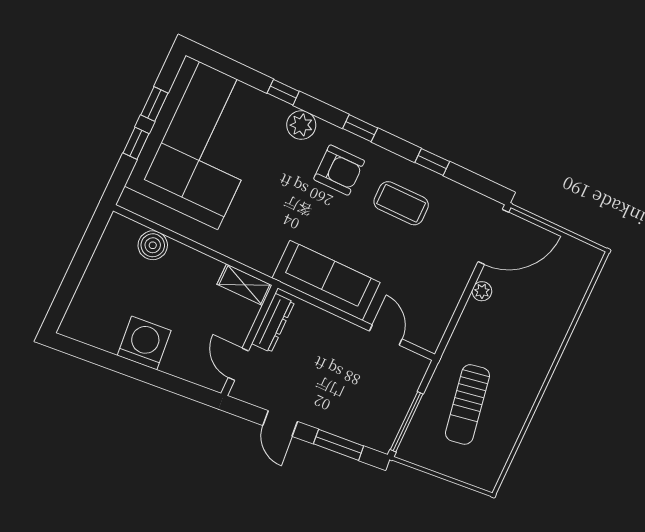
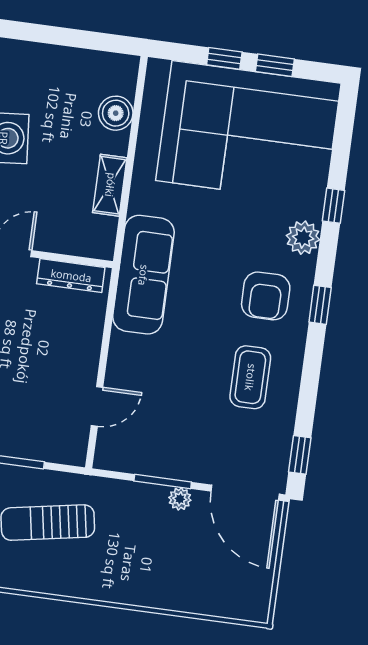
window: (432, 162) -> (300, 455), moved
sofa: (326, 280) -> (143, 275), moved
shelving: (244, 285) -> (110, 185), moved
window: (463, 301) -> (163, 481), added

